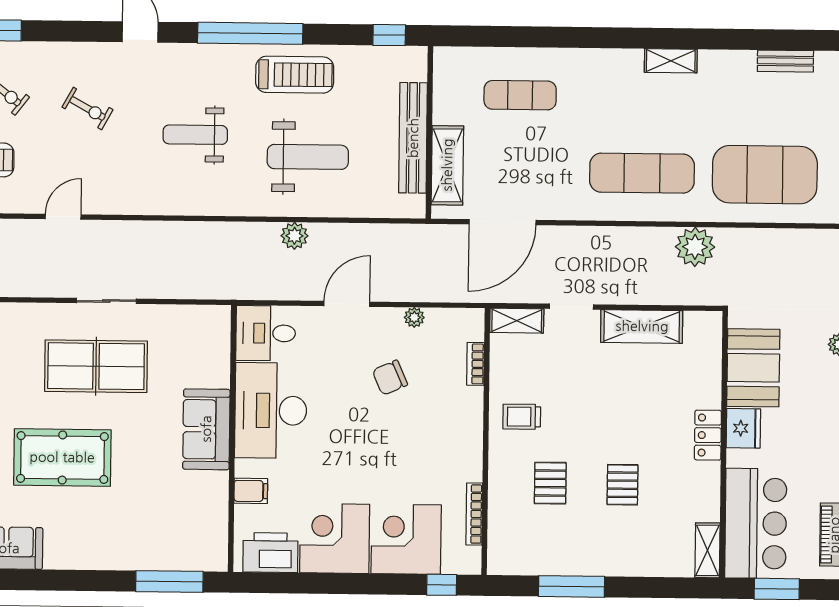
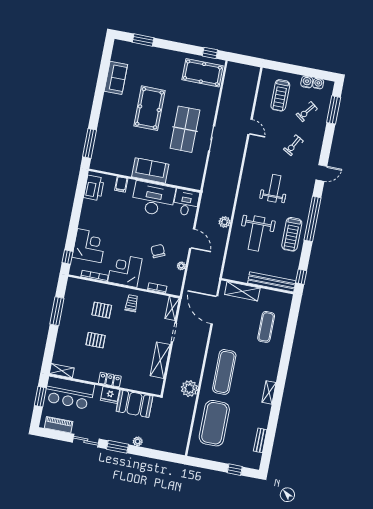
bench: (413, 138) -> (272, 282), moved
corner desk: (335, 538) -> (125, 270), moved, turned -90

